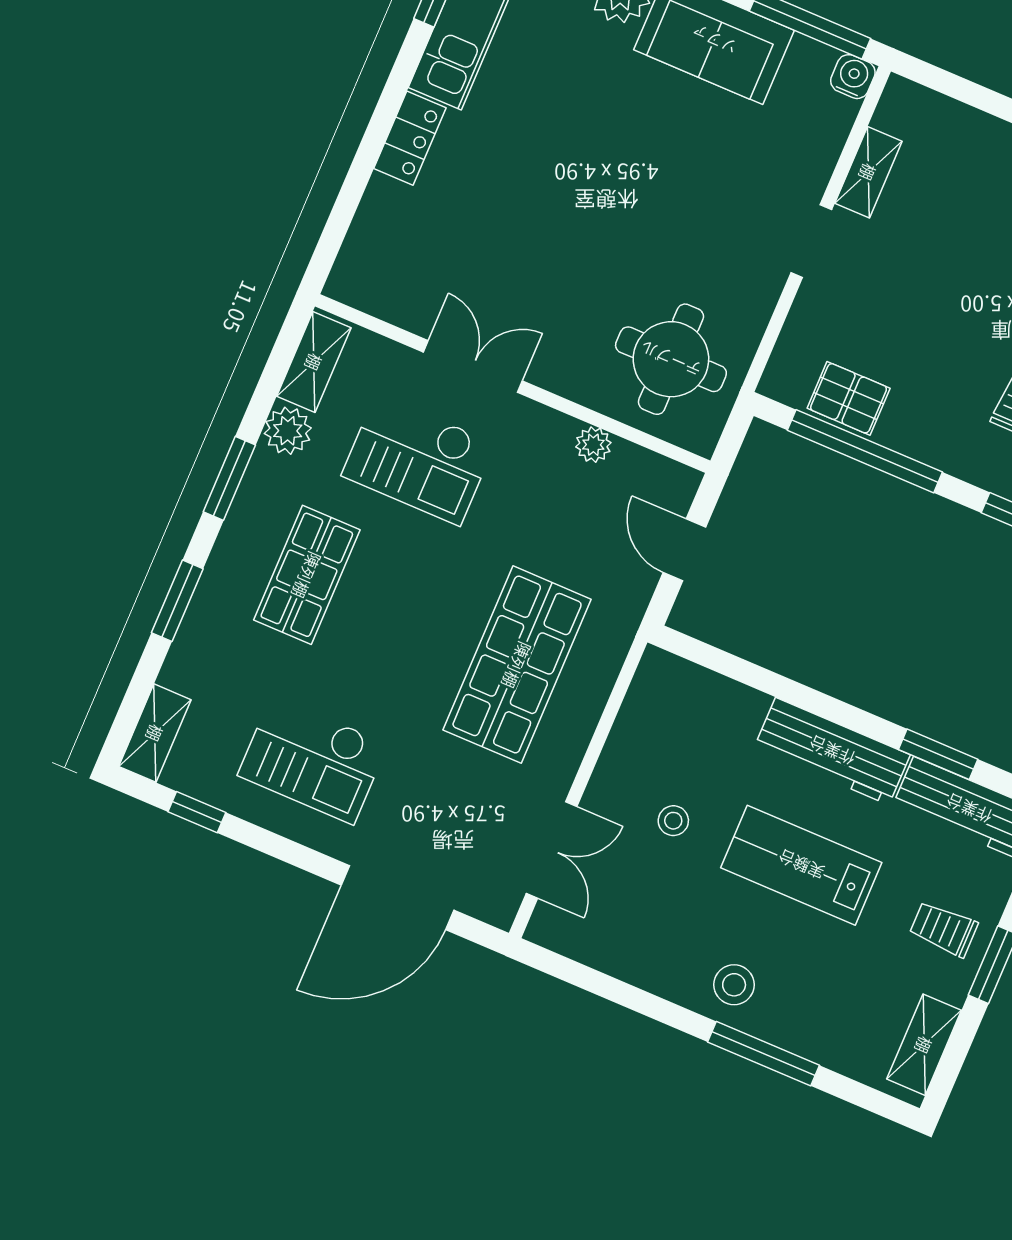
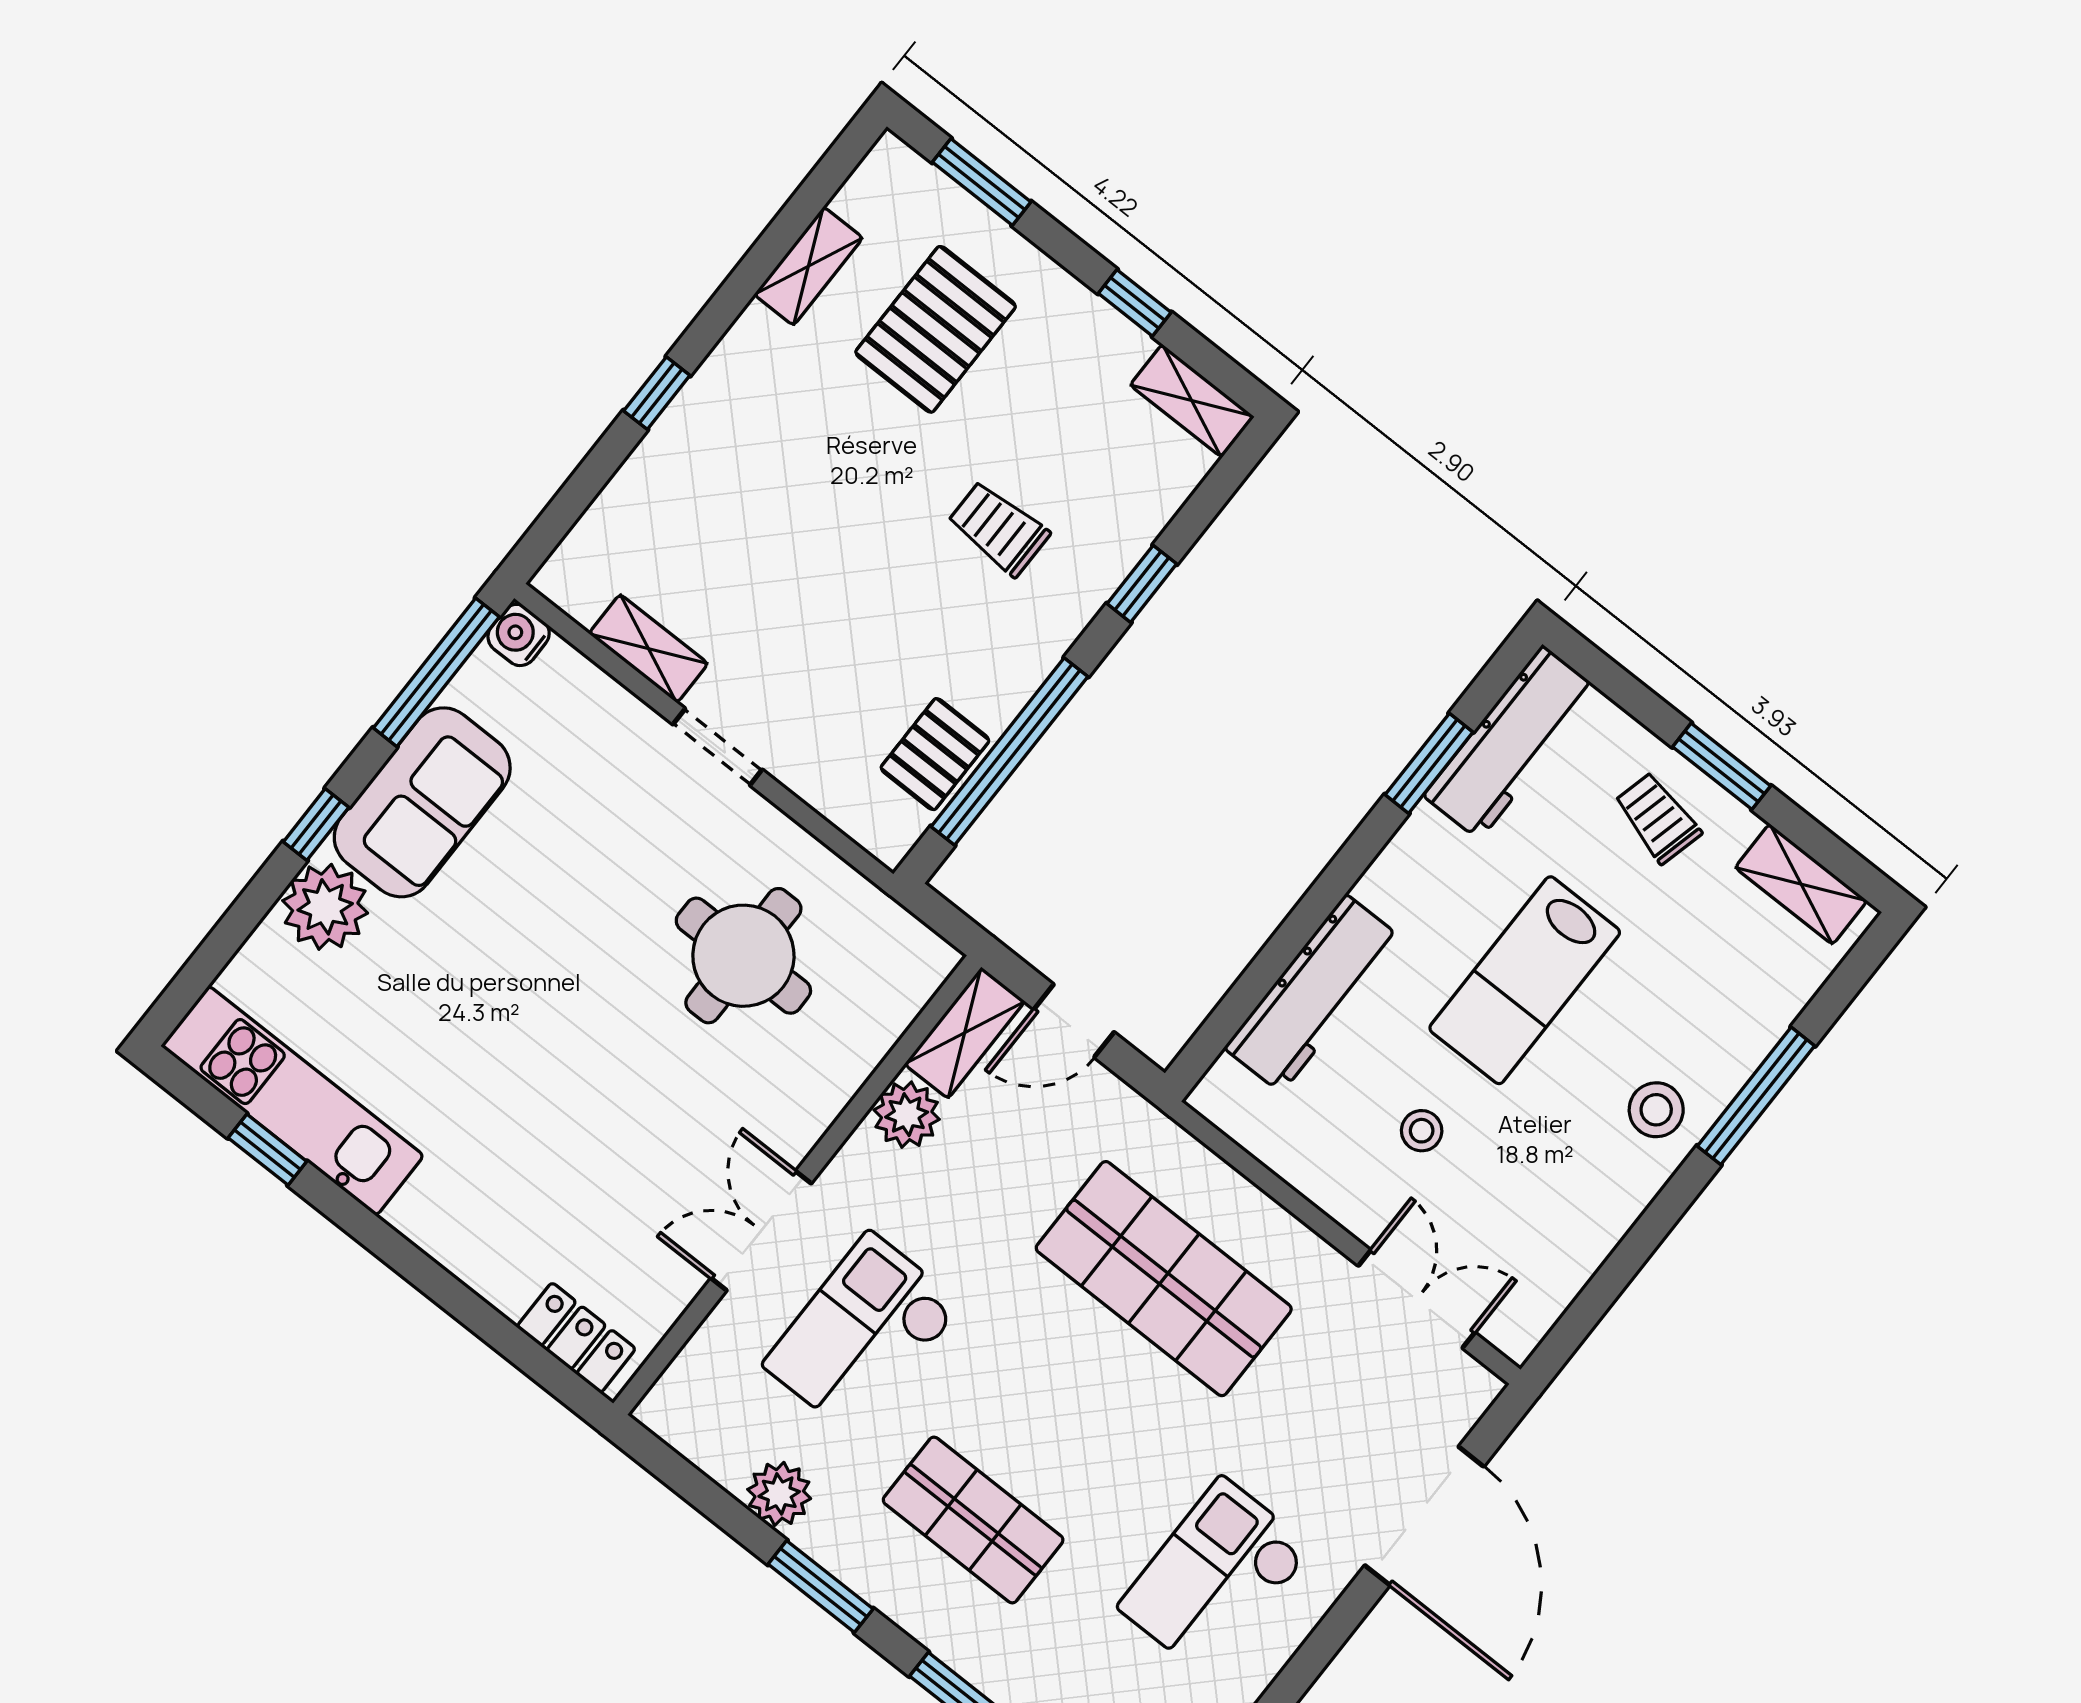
locker: (410, 138) -> (576, 1338), moved
round table: (671, 359) -> (743, 956), moved
shelving: (314, 362) -> (965, 1033), moved, turned 90
plant: (593, 445) -> (907, 1115), width x1.38, depth x1.38
checkout: (418, 459) -> (862, 1335), turned 180
workbench: (832, 751) -> (1314, 994), moved
checkout: (313, 760) -> (1215, 1578), turned 180
trolley: (944, 929) -> (1658, 818), turned 104

